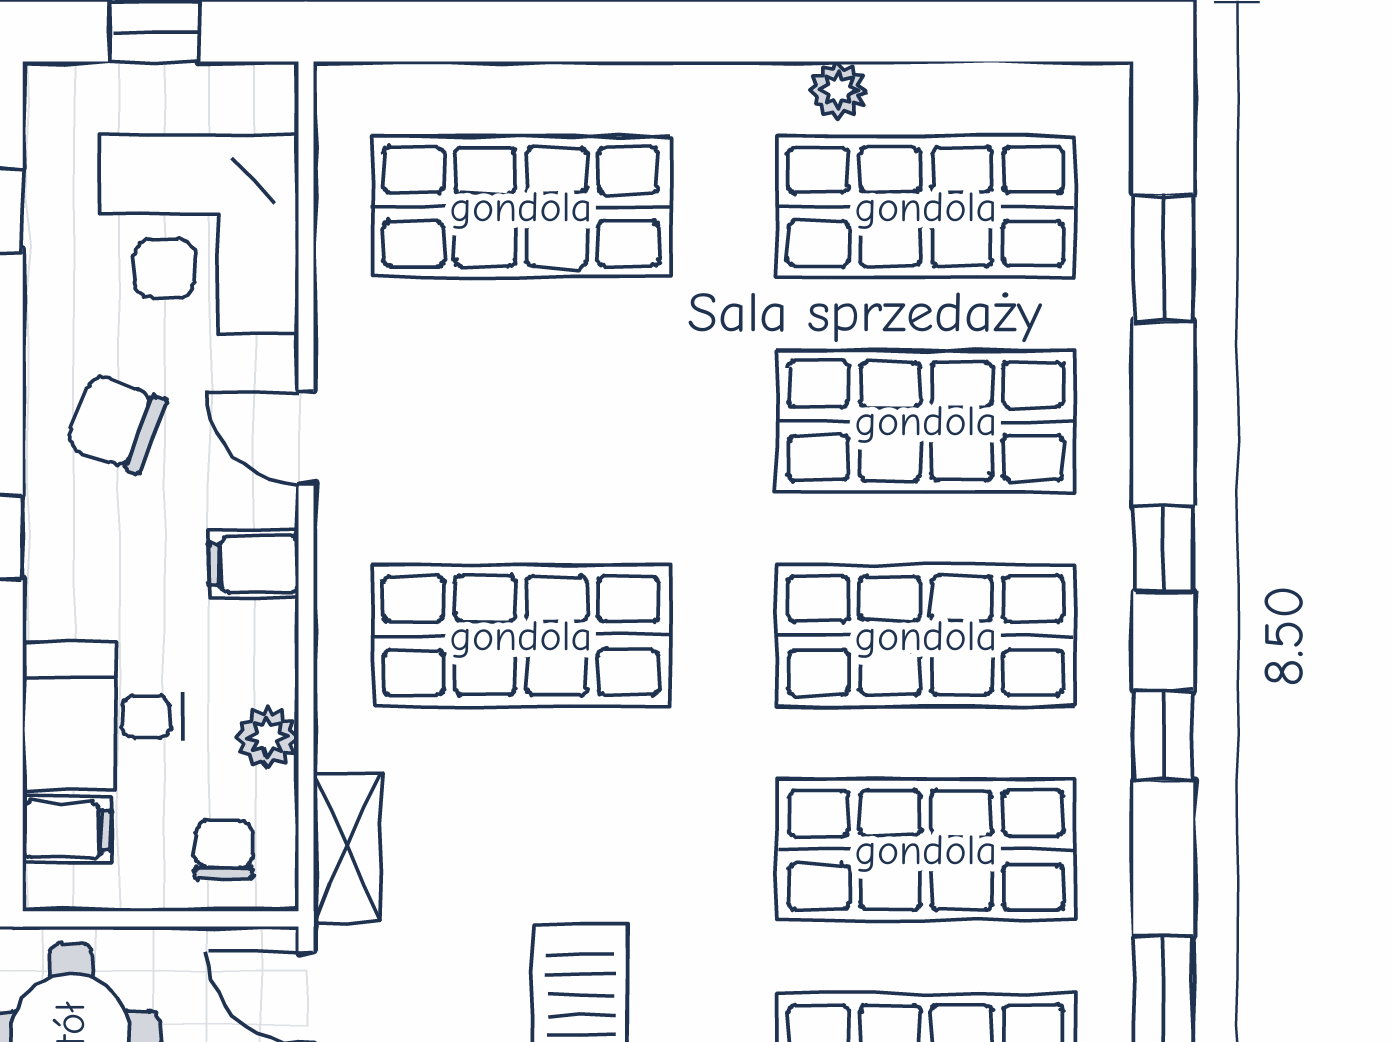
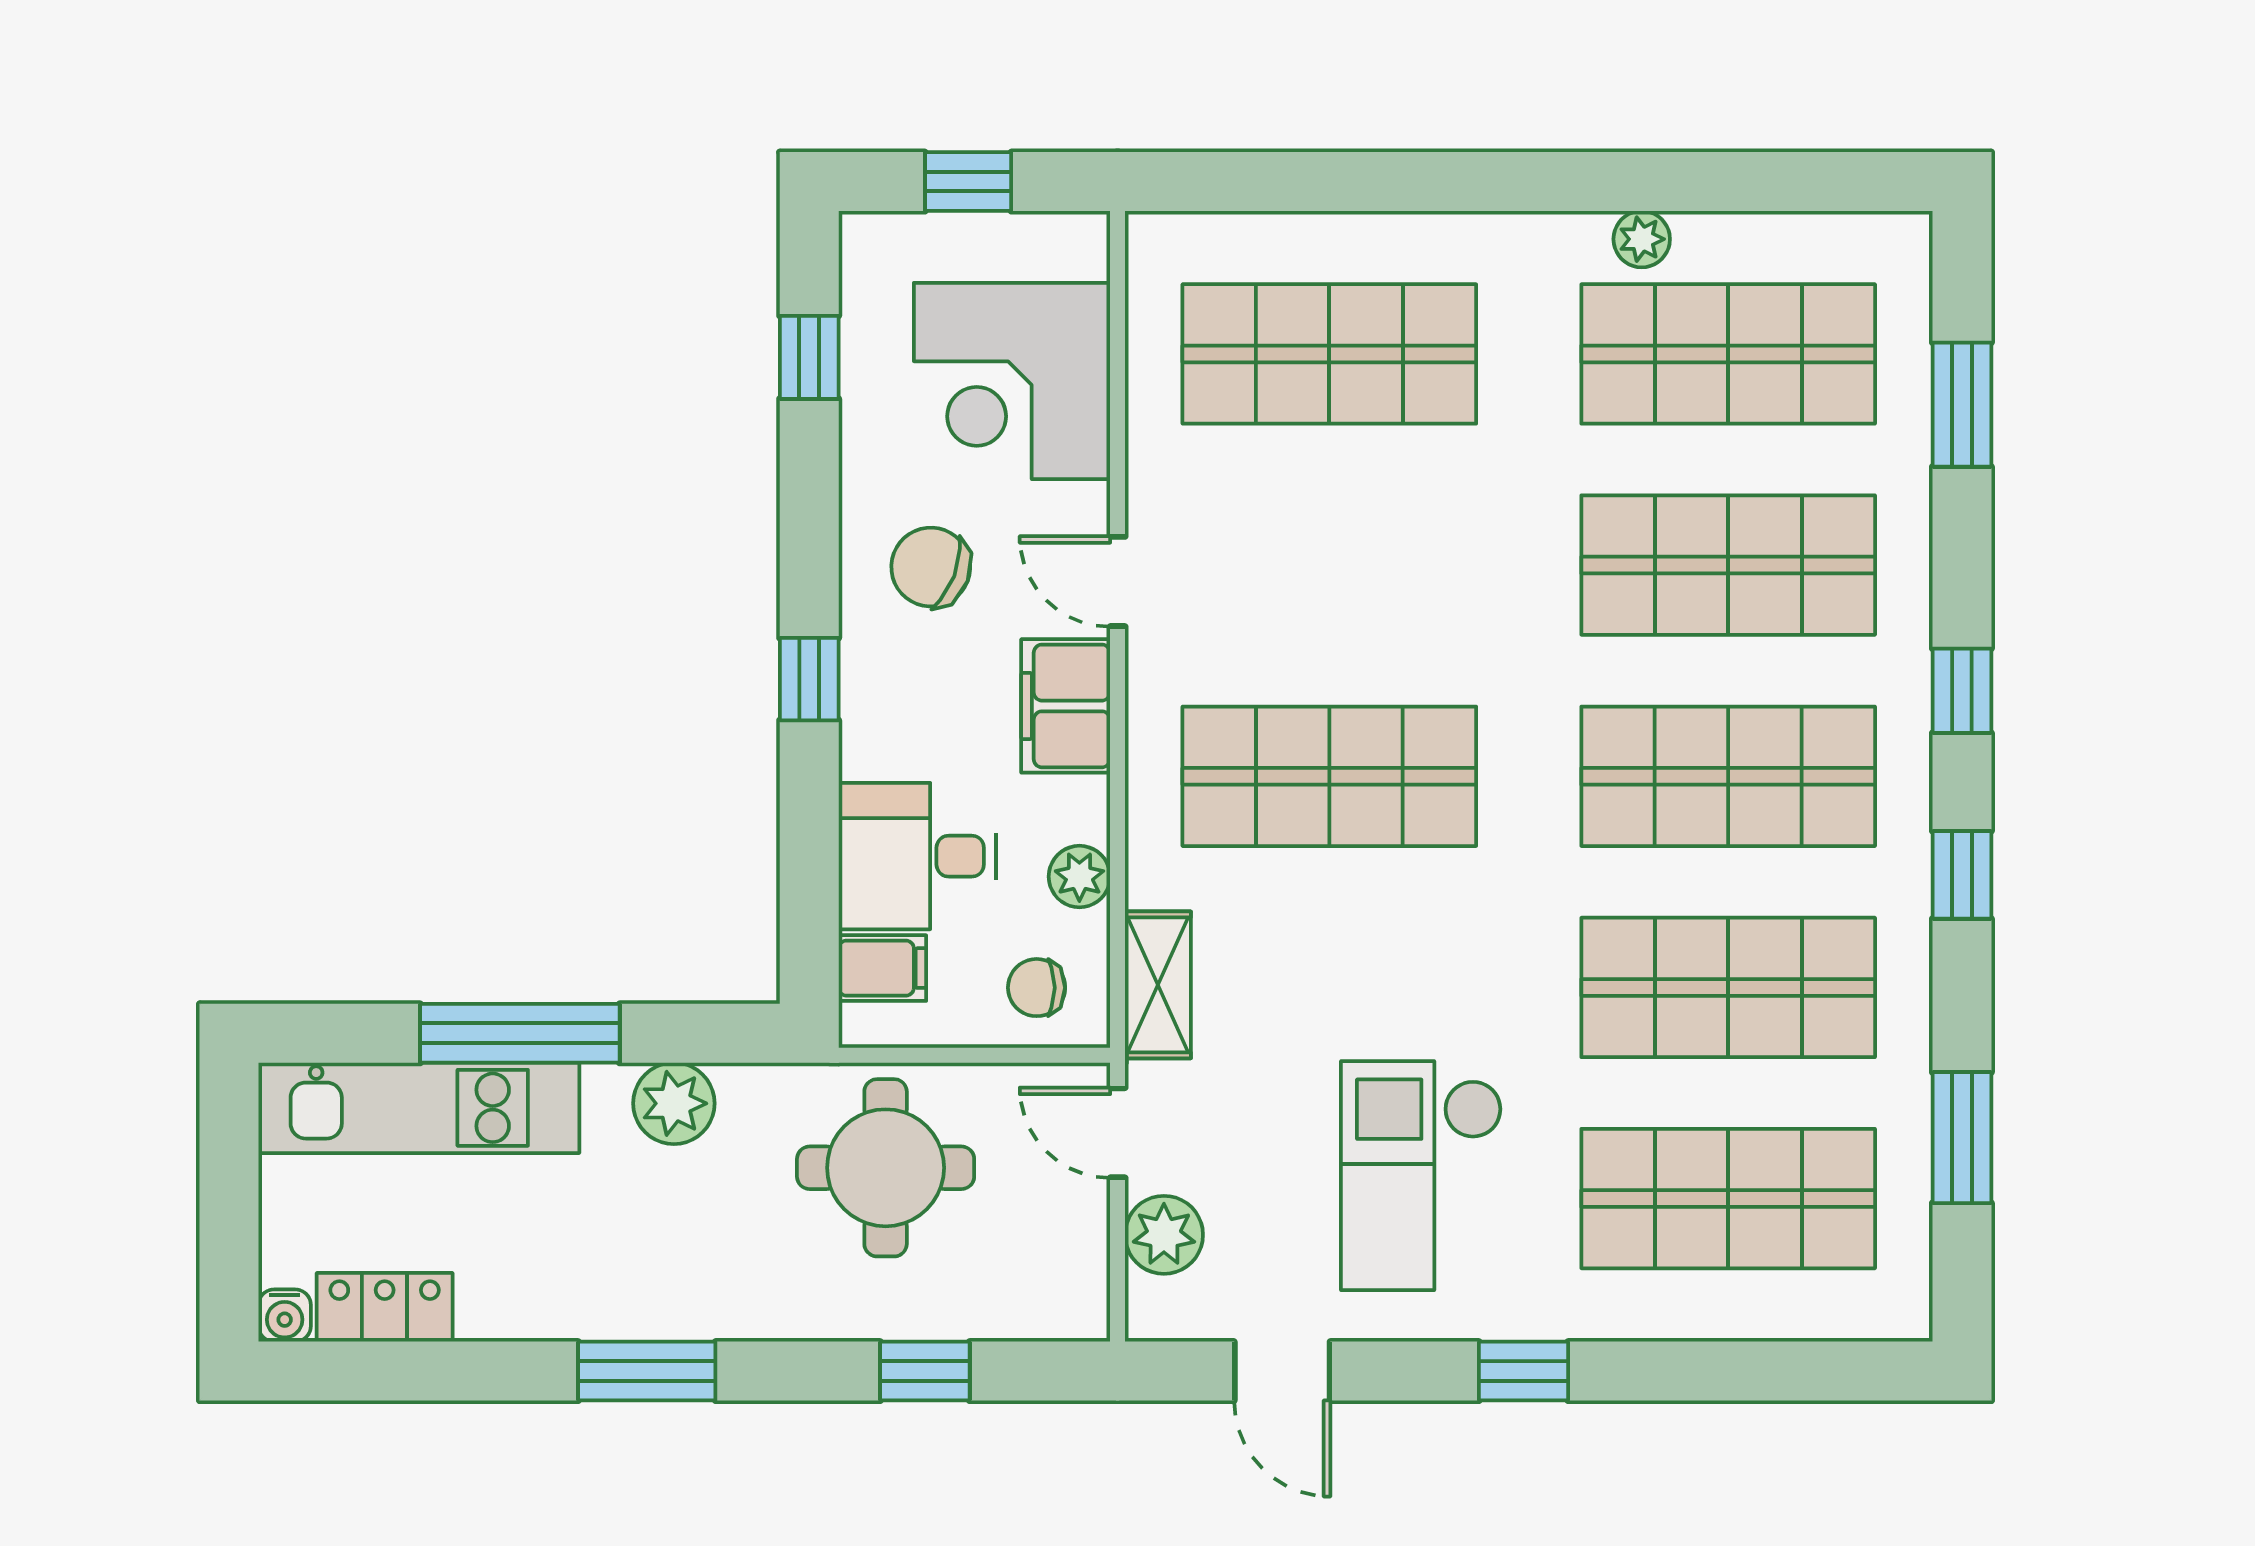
filing cabinet: (253, 564) -> (1066, 706), width x2.00
chair: (224, 850) -> (1037, 988), turned -90

